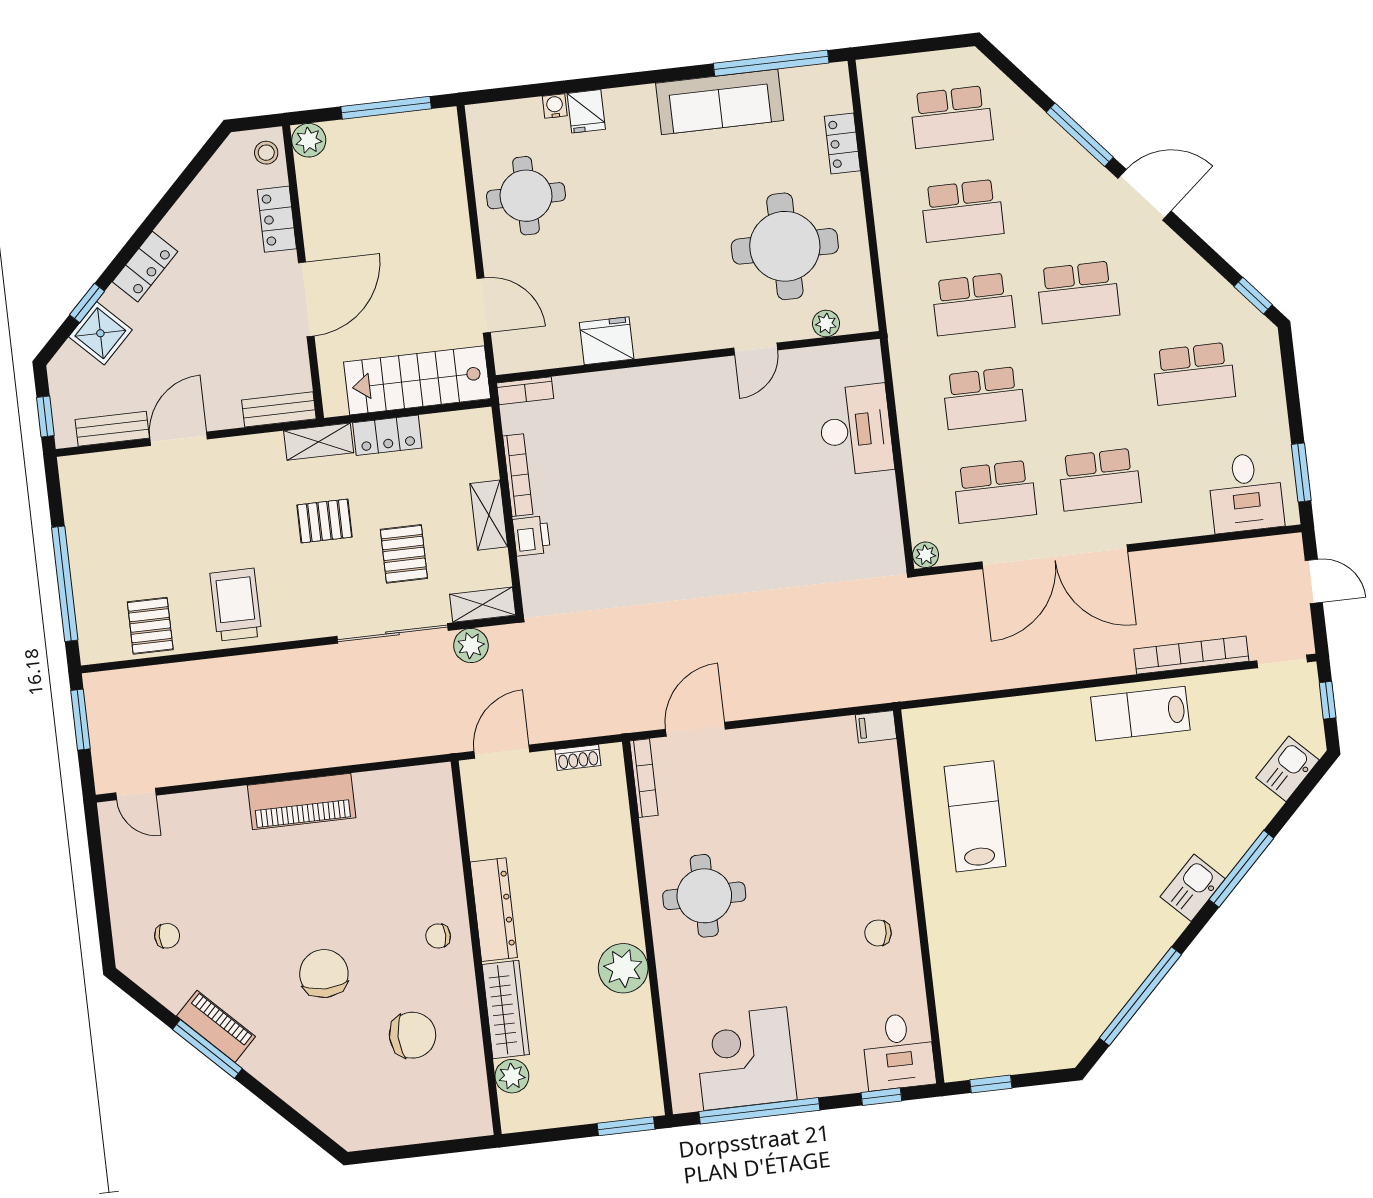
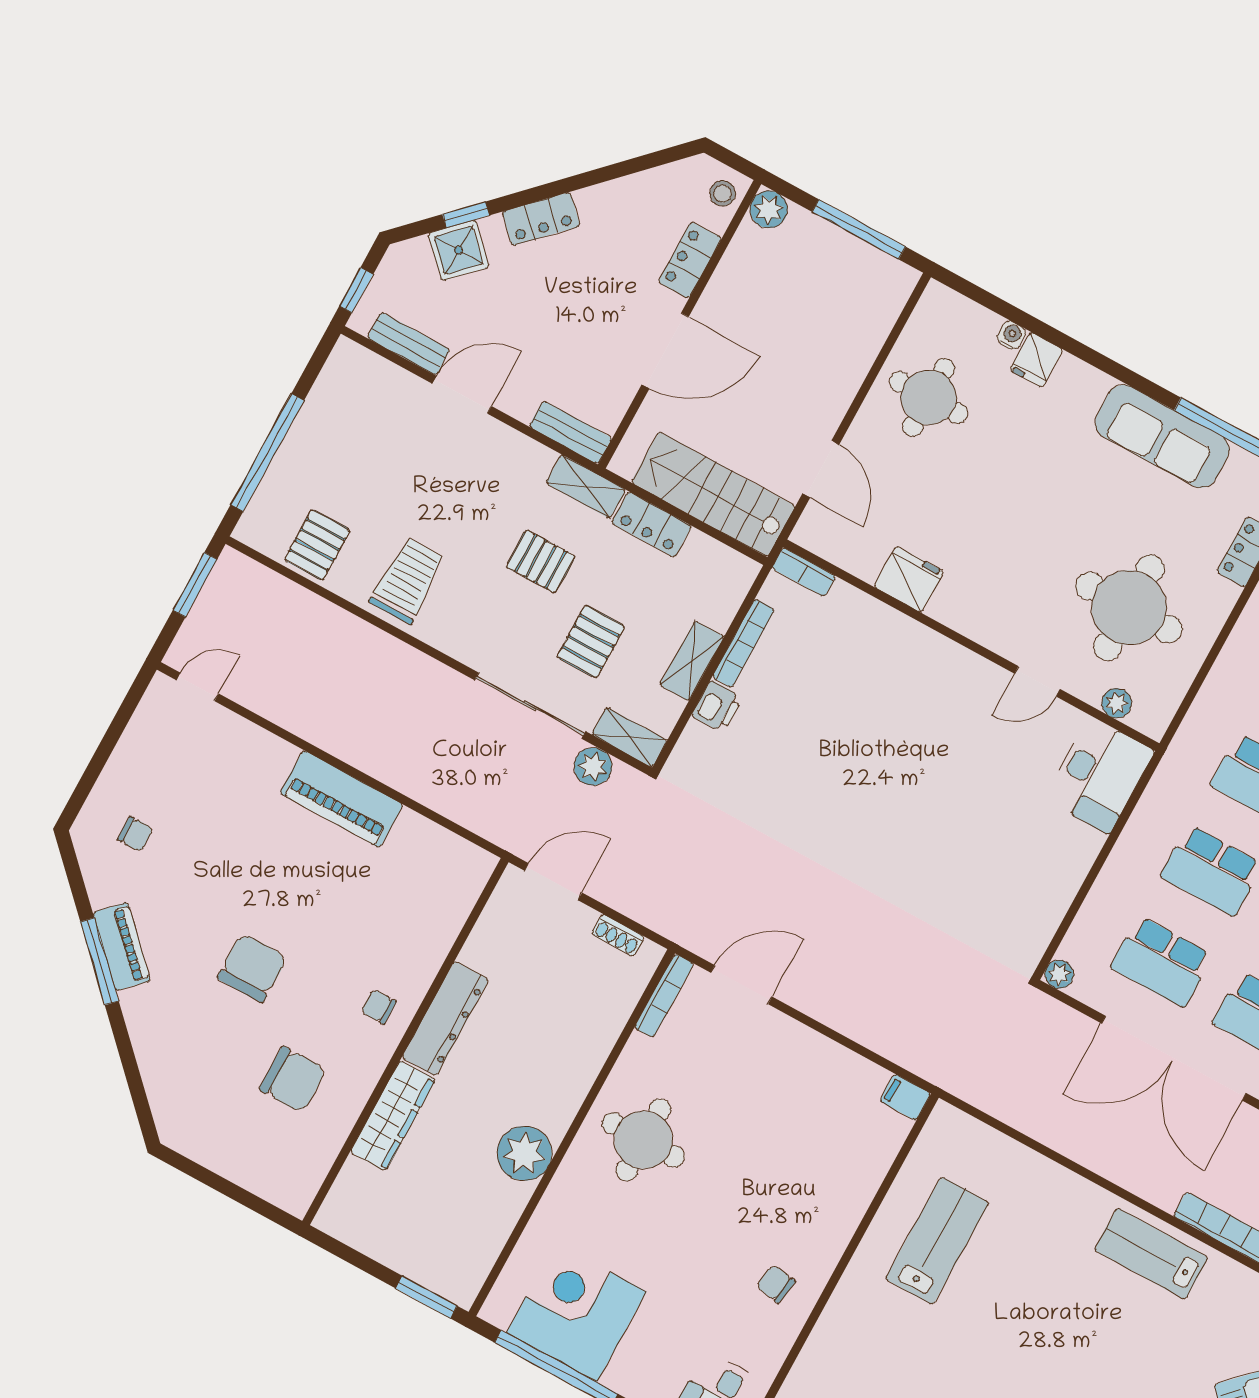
desk: (856, 430) -> (1099, 775), moved
door: (136, 794) -> (197, 687), swing flipped
plant: (512, 1076) -> (356, 1180), removed

